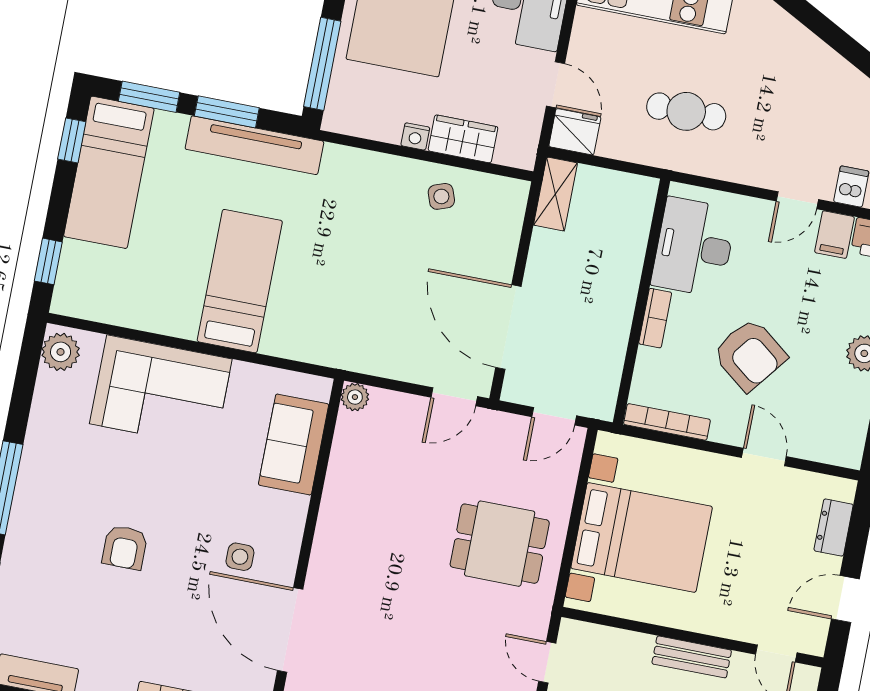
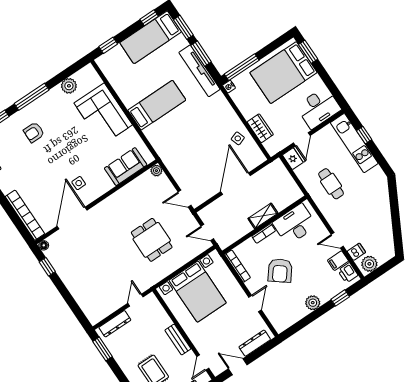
nightstand: (415, 136) -> (229, 87), moved
shelving: (556, 194) -> (263, 216), moved
door: (508, 327) -> (236, 184), moved
plant: (61, 352) -> (69, 86), moved
dresser: (834, 528) -> (255, 343), width x1.44
dining table: (500, 544) -> (152, 240), moved
armchair: (125, 547) -> (34, 132), moved

